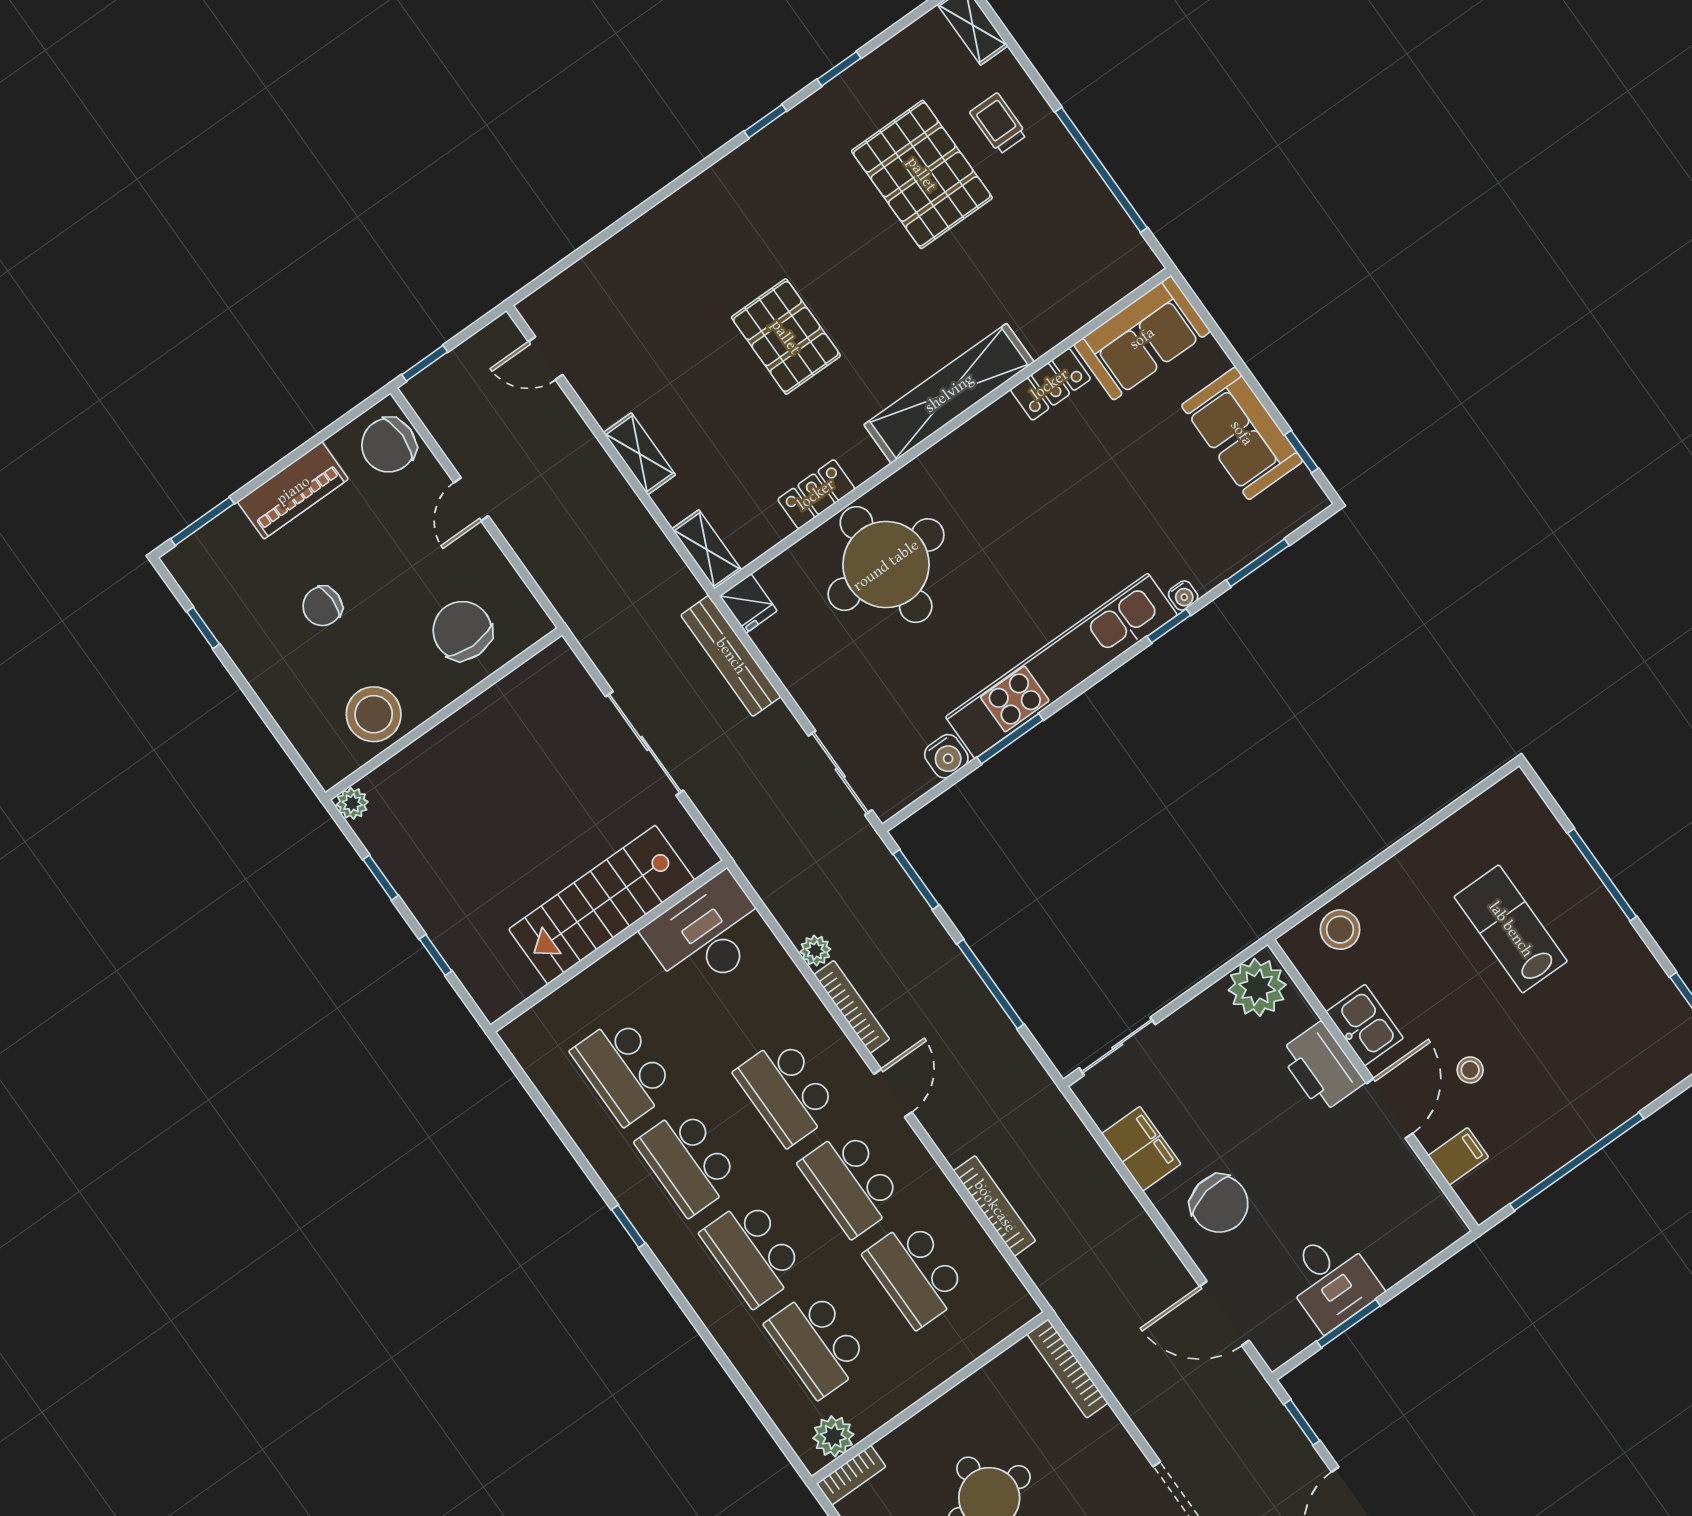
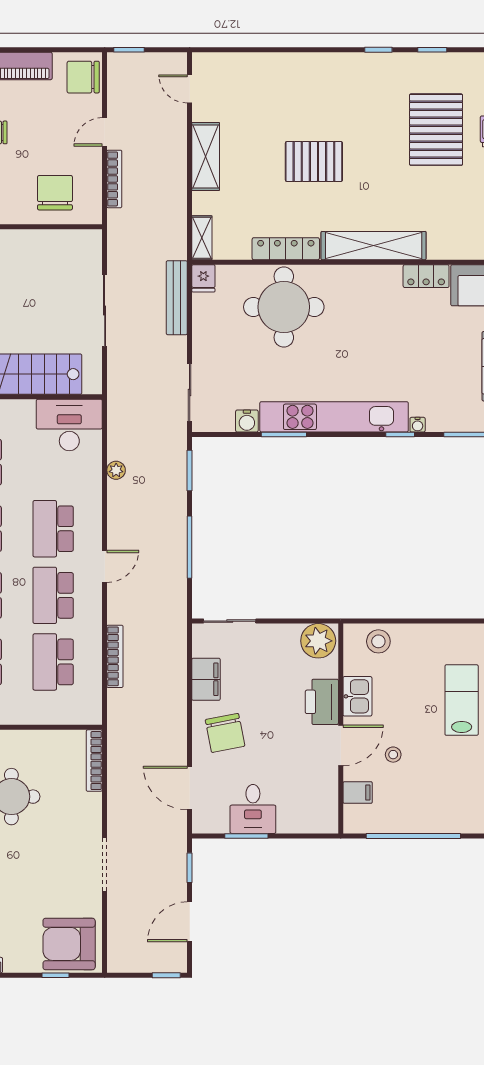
pallet: (786, 337) -> (314, 162), turned 90
shelving: (639, 454) -> (206, 156), width x1.50, depth x1.33
locker: (816, 494) -> (286, 249), width x1.53
bookcase: (852, 1007) -> (114, 179), moved

